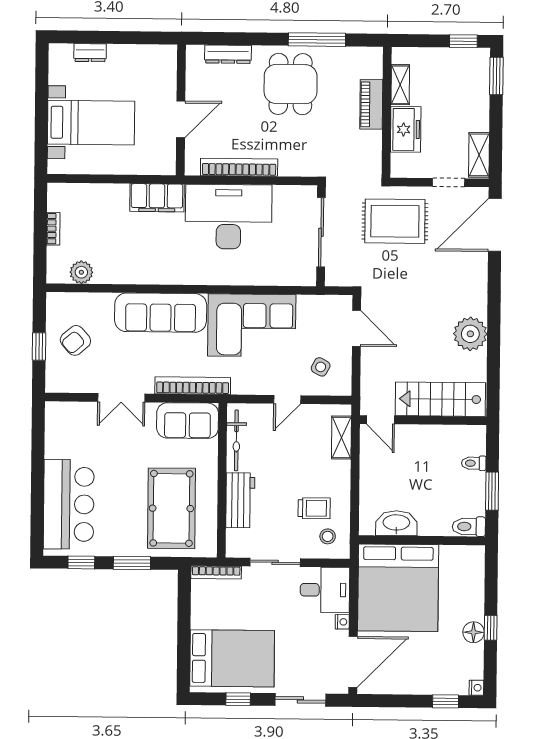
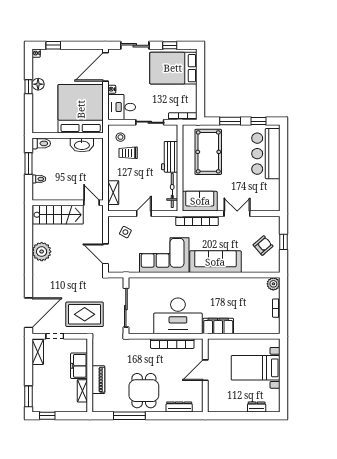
plant: (81, 272) -> (273, 284), moved

